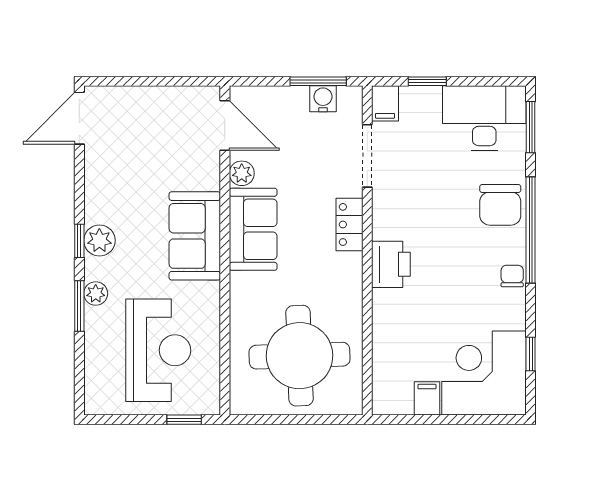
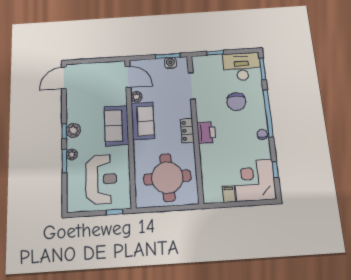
filing cabinet: (385, 103) -> (198, 63), removed
chair: (500, 205) -> (236, 102), moved
locker: (350, 224) -> (187, 131), moved

